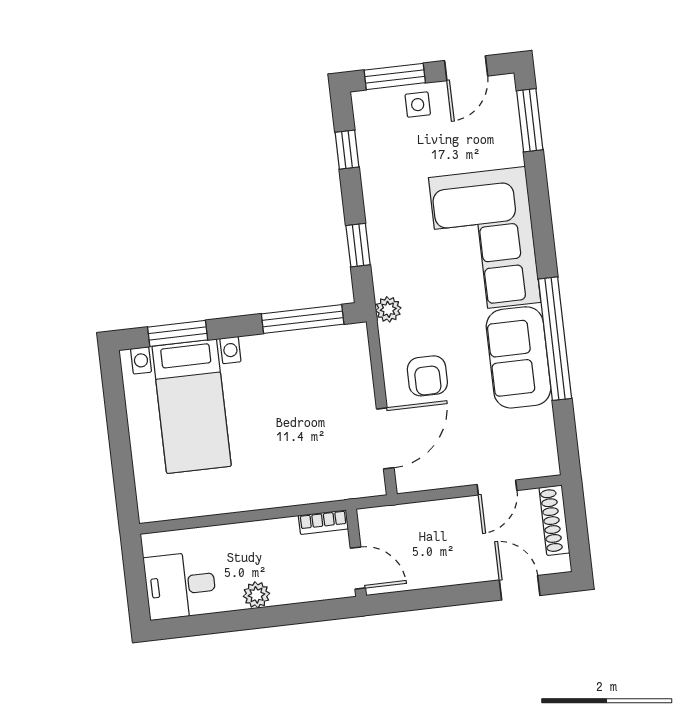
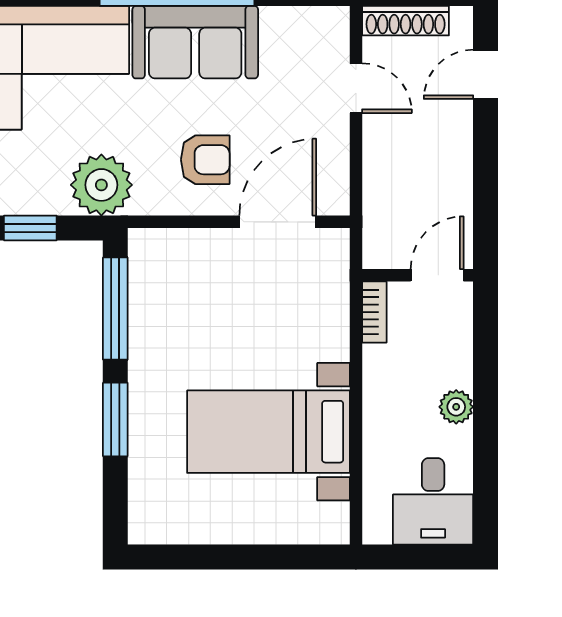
plant: (388, 309) -> (101, 185), width x1.87, depth x1.87
window: (178, 333) -> (115, 420), moved
bed with nightstands: (192, 406) -> (268, 432), moved, turned 180
door: (385, 438) -> (278, 222), hinge flipped

